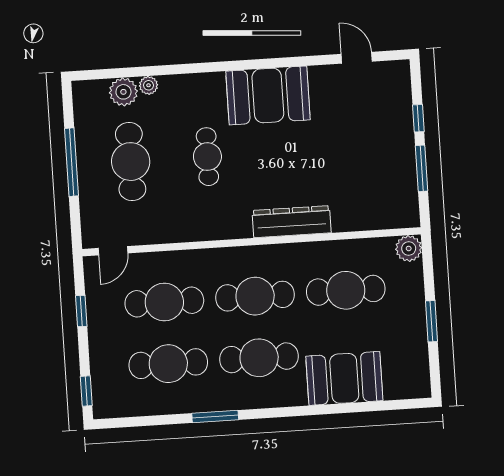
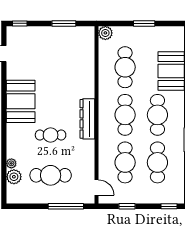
window: (418, 118) -> (20, 23), moved
window: (72, 162) -> (66, 206), moved
dresser: (292, 222) -> (87, 119), moved

